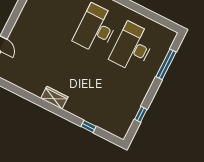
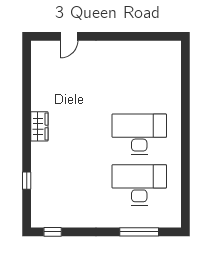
window: (141, 114) -> (53, 232), moved

